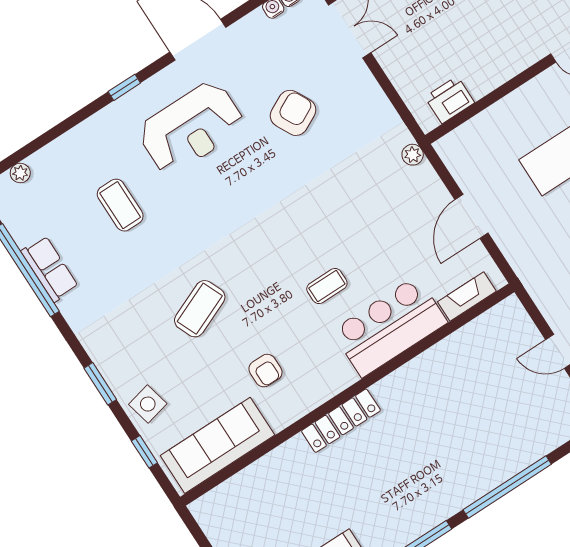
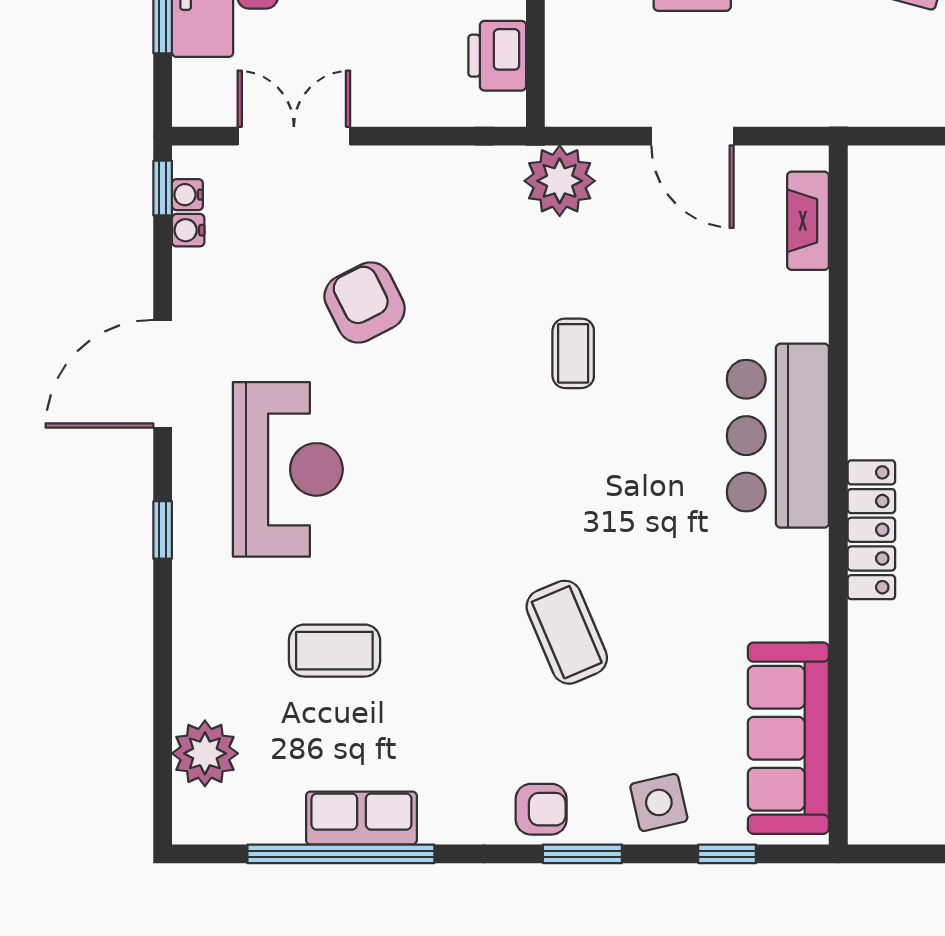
plant: (413, 155) -> (560, 181), width x1.88, depth x1.88
plant: (20, 173) -> (205, 753), width x1.88, depth x1.88
coffee table: (327, 286) -> (573, 353), moved
bar counter: (390, 327) -> (778, 436), moved
armchair: (265, 371) -> (541, 809), moved

